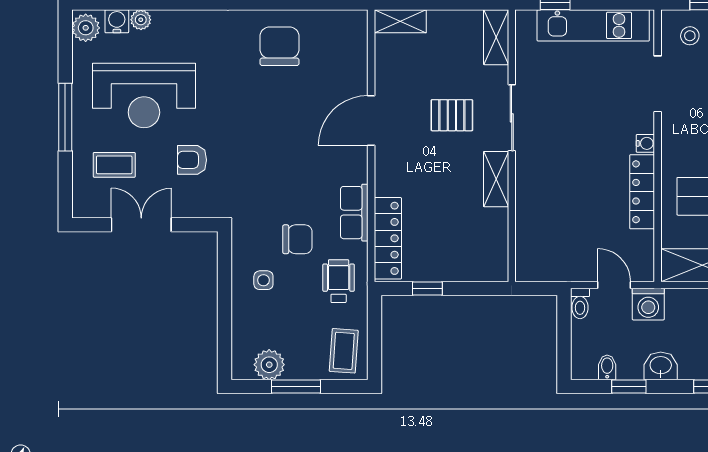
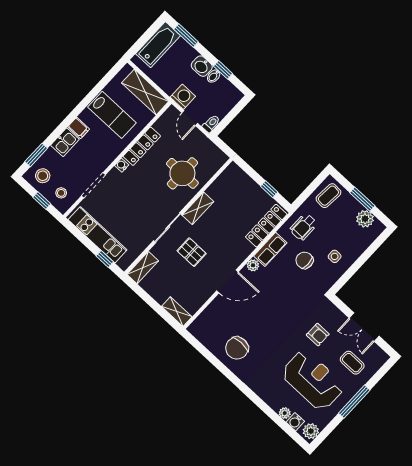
plant: (357, 171) -> (253, 265), added
round table: (558, 205) -> (182, 173), added
bidet: (607, 367) -> (214, 76), moved

